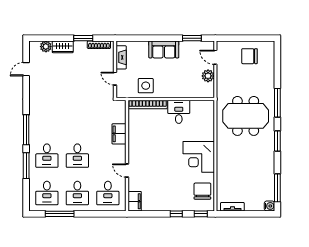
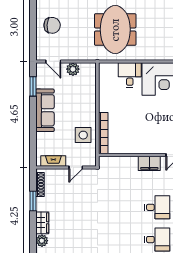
sofa: (164, 49) -> (45, 110), width x1.36
chair: (250, 56) -> (52, 25), turned -88
door: (215, 57) -> (53, 61), hinge flipped
desk: (179, 112) -> (130, 75), moved, turned 90
filing cabinet: (119, 134) -> (149, 163), moved

